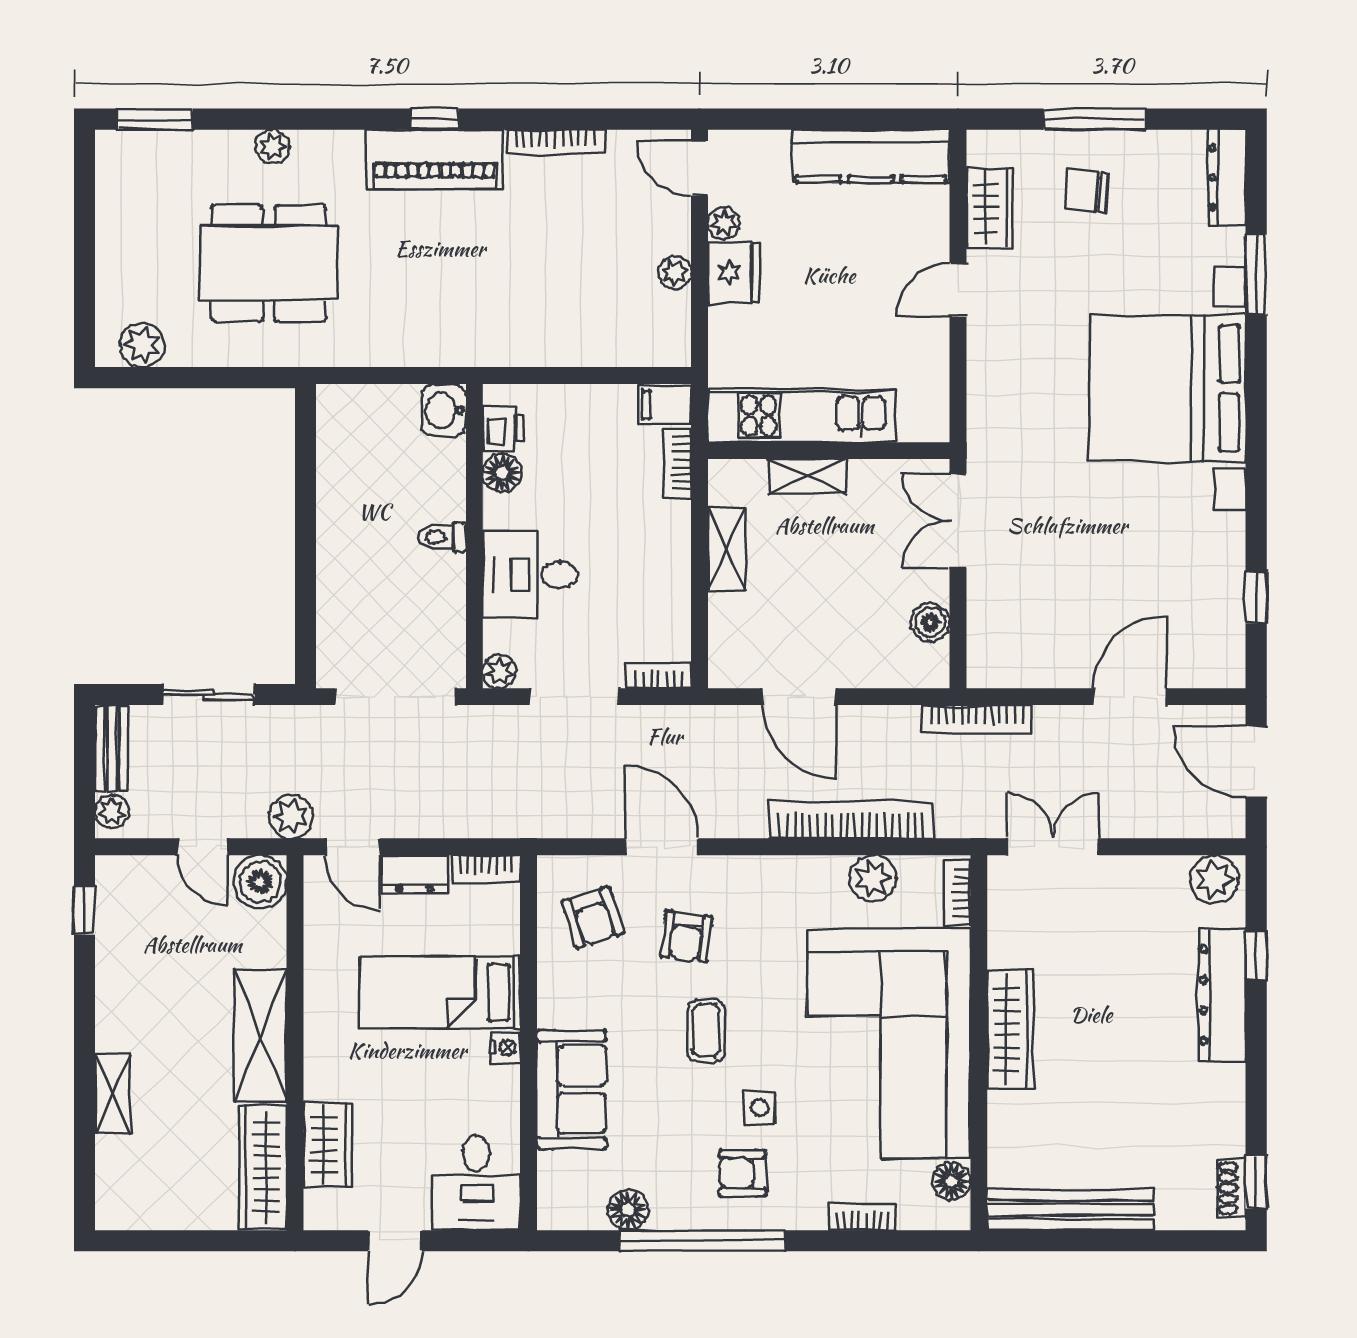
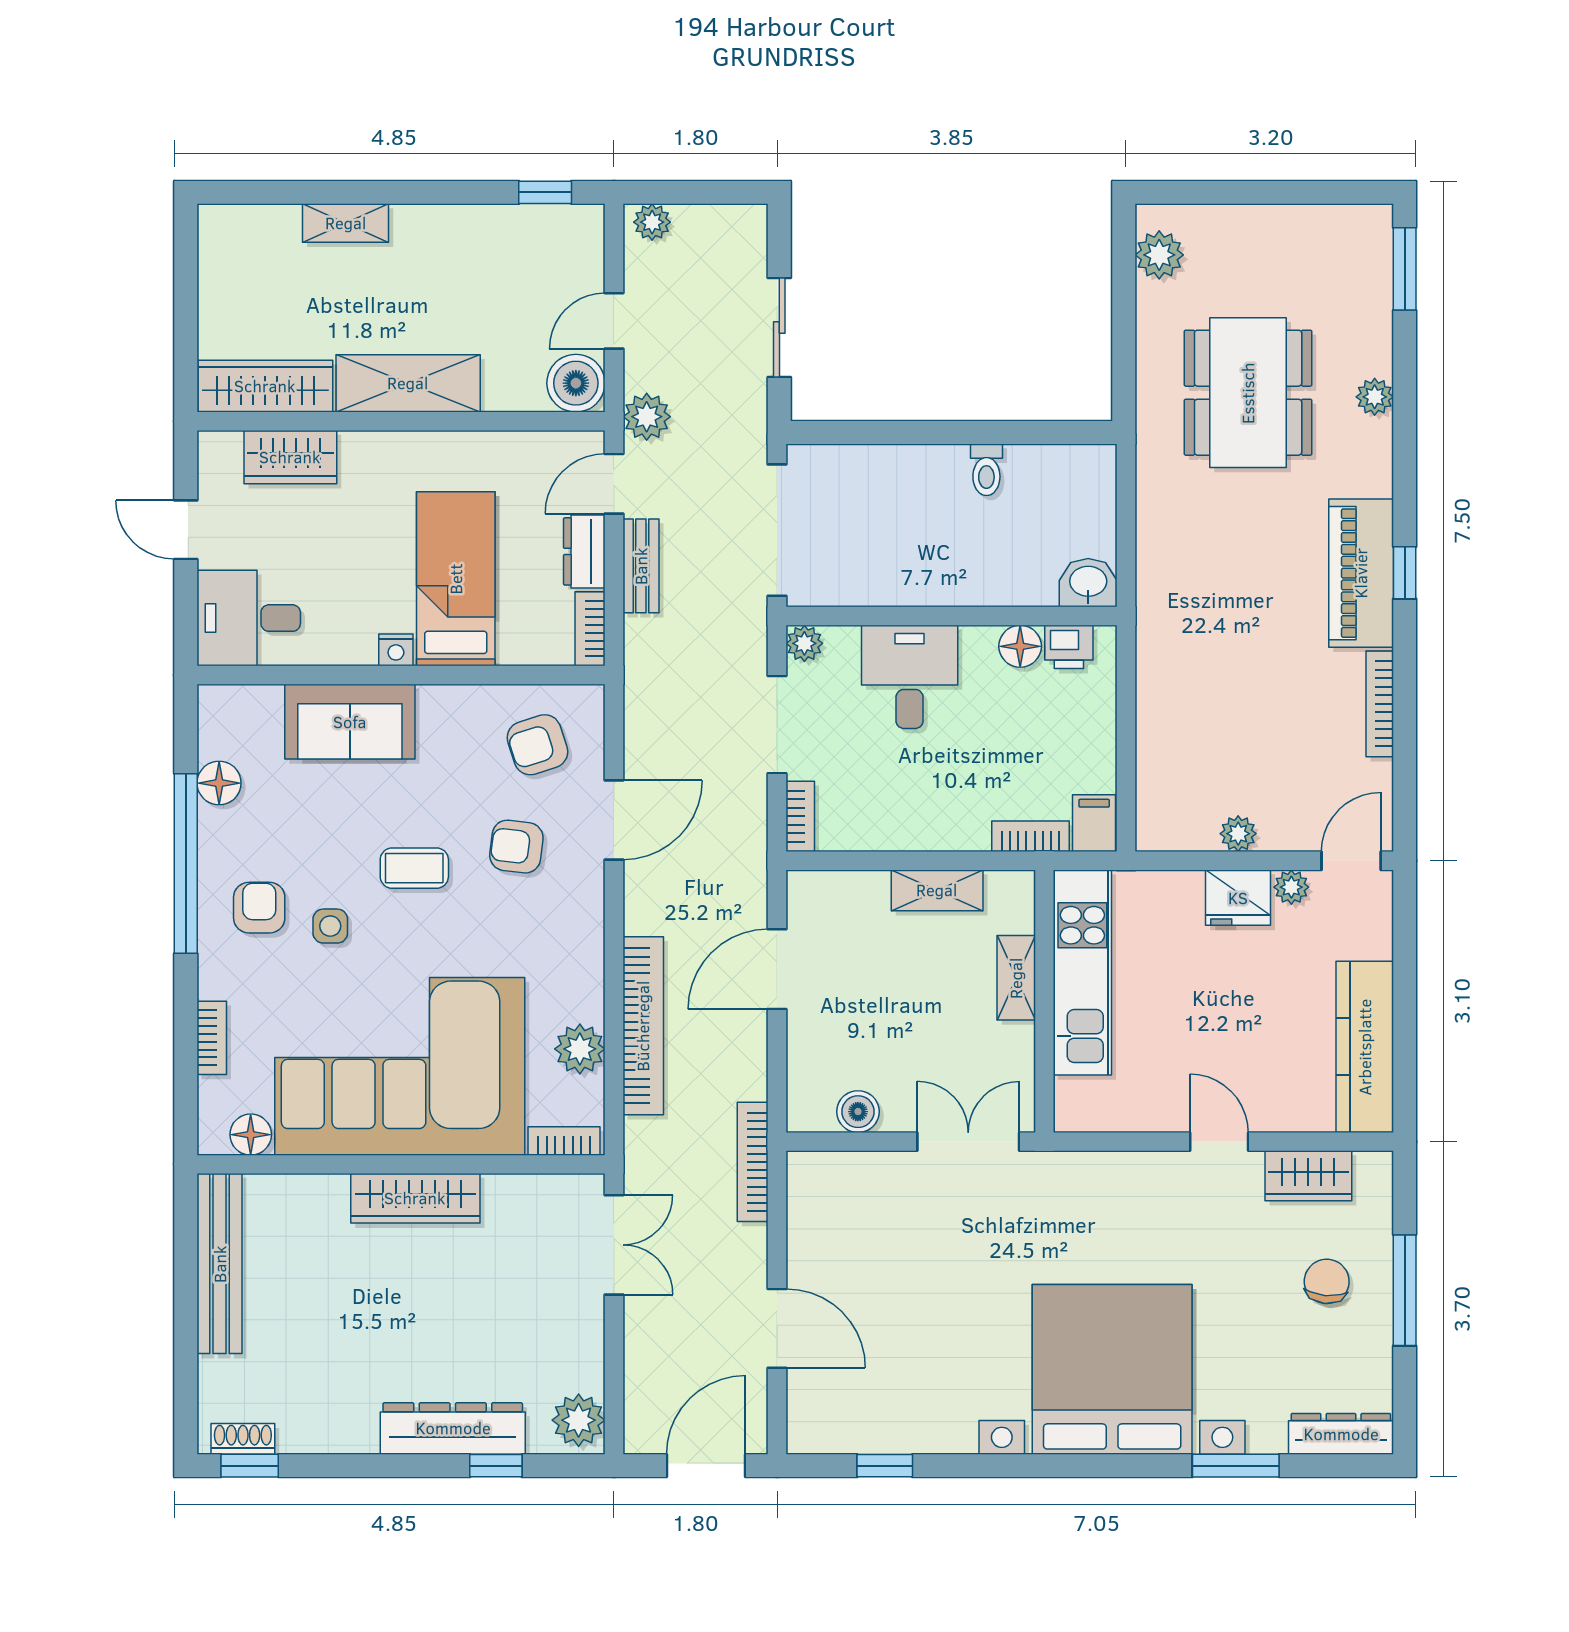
toilet: (442, 537) -> (986, 470), moved, turned 180
bench: (111, 748) -> (641, 566), moved, turned 90

